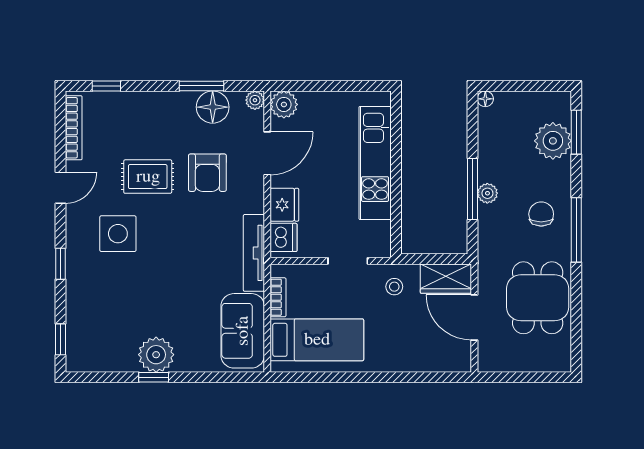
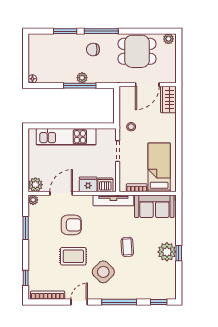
floor lamp: (213, 107) -> (37, 222), removed
window: (576, 132) -> (65, 31), moved
plant: (553, 141) -> (168, 39), moved, width x0.53, depth x0.53
door: (267, 153) -> (61, 193), hinge flipped
rug: (148, 177) -> (73, 256), turned 90
door: (61, 188) -> (79, 302), hinge flipped
side table: (118, 234) -> (103, 272), turned 45
window: (61, 264) -> (119, 302), width x2.17
coffee table: (166, 279) -> (127, 247), added
wardrobe: (446, 279) -> (168, 100), moved, turned 180

